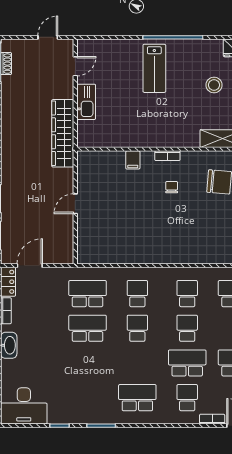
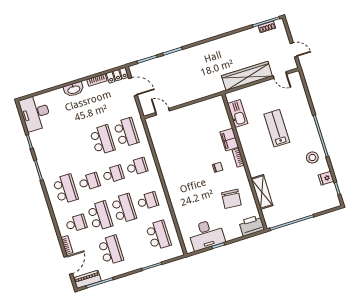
lab bench: (154, 68) -> (277, 128), moved, turned 90
stool: (214, 85) -> (312, 157), moved
kitchen sink: (86, 102) -> (238, 114), moved, turned -90
wardrobe: (63, 133) -> (247, 76), moved
filing cabinet: (133, 160) -> (229, 140), width x2.00
door: (75, 204) -> (162, 112), moved
school desk: (187, 328) -> (124, 208), width x1.85
school desk: (137, 363) -> (89, 182), added

